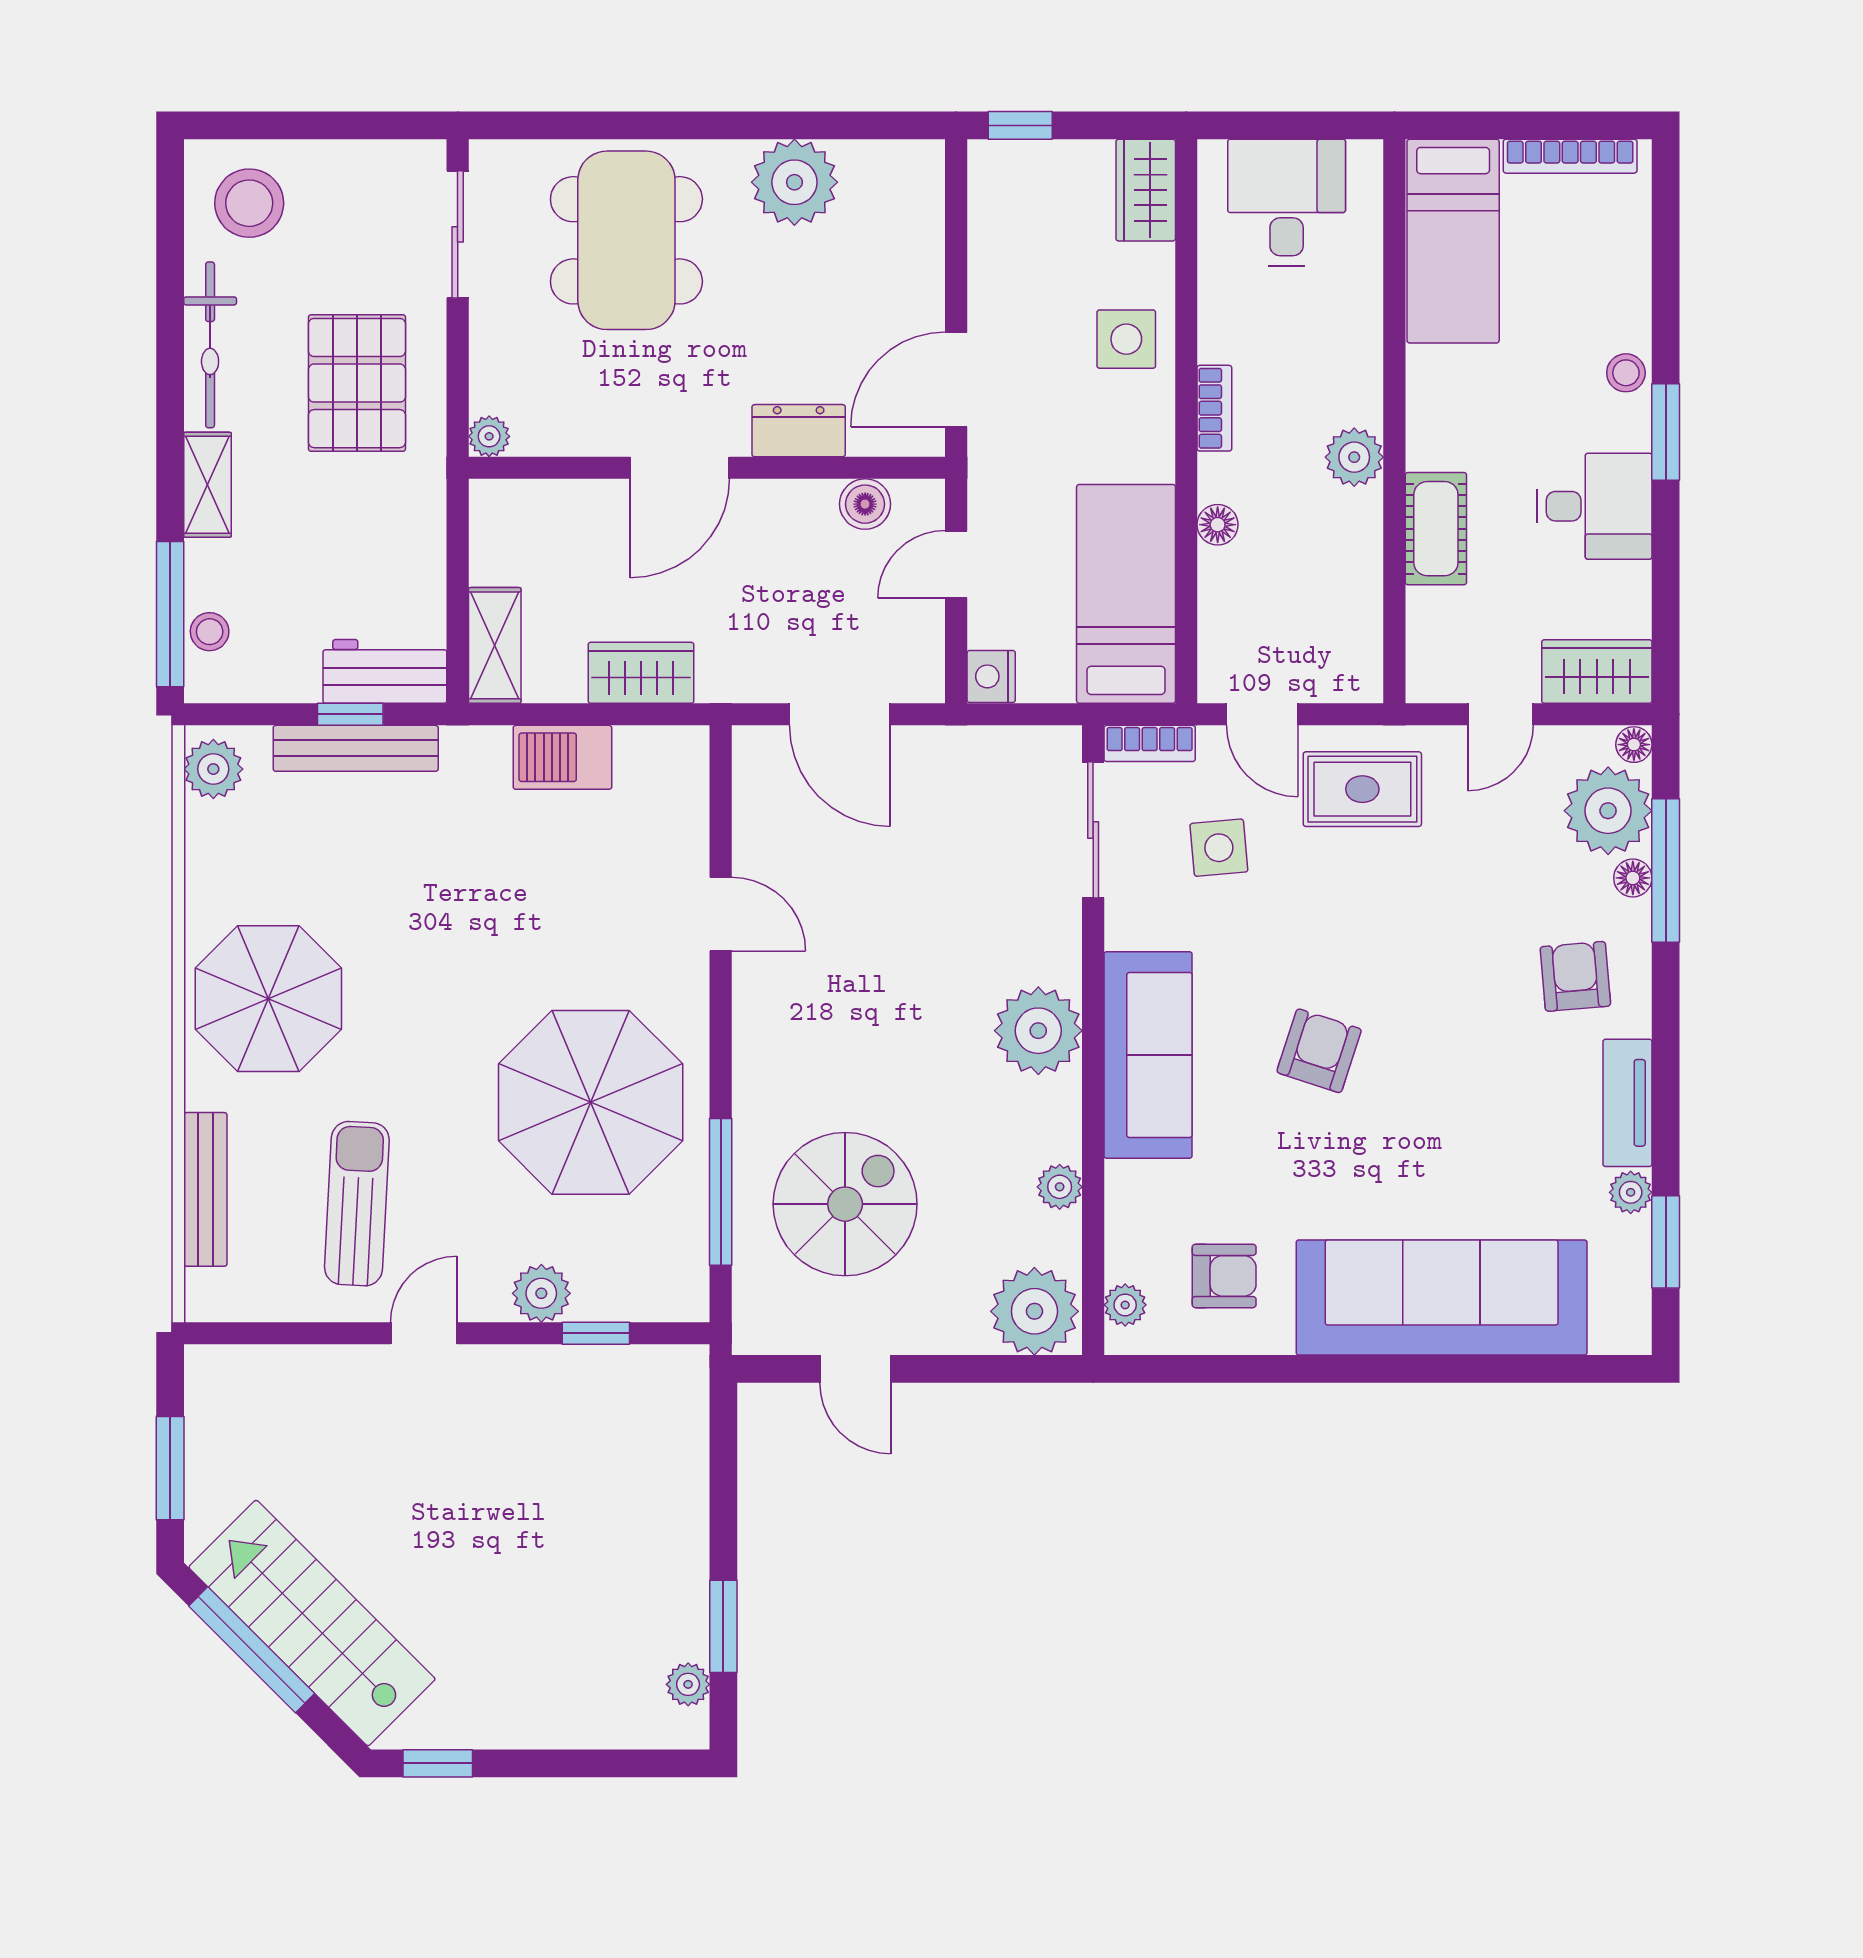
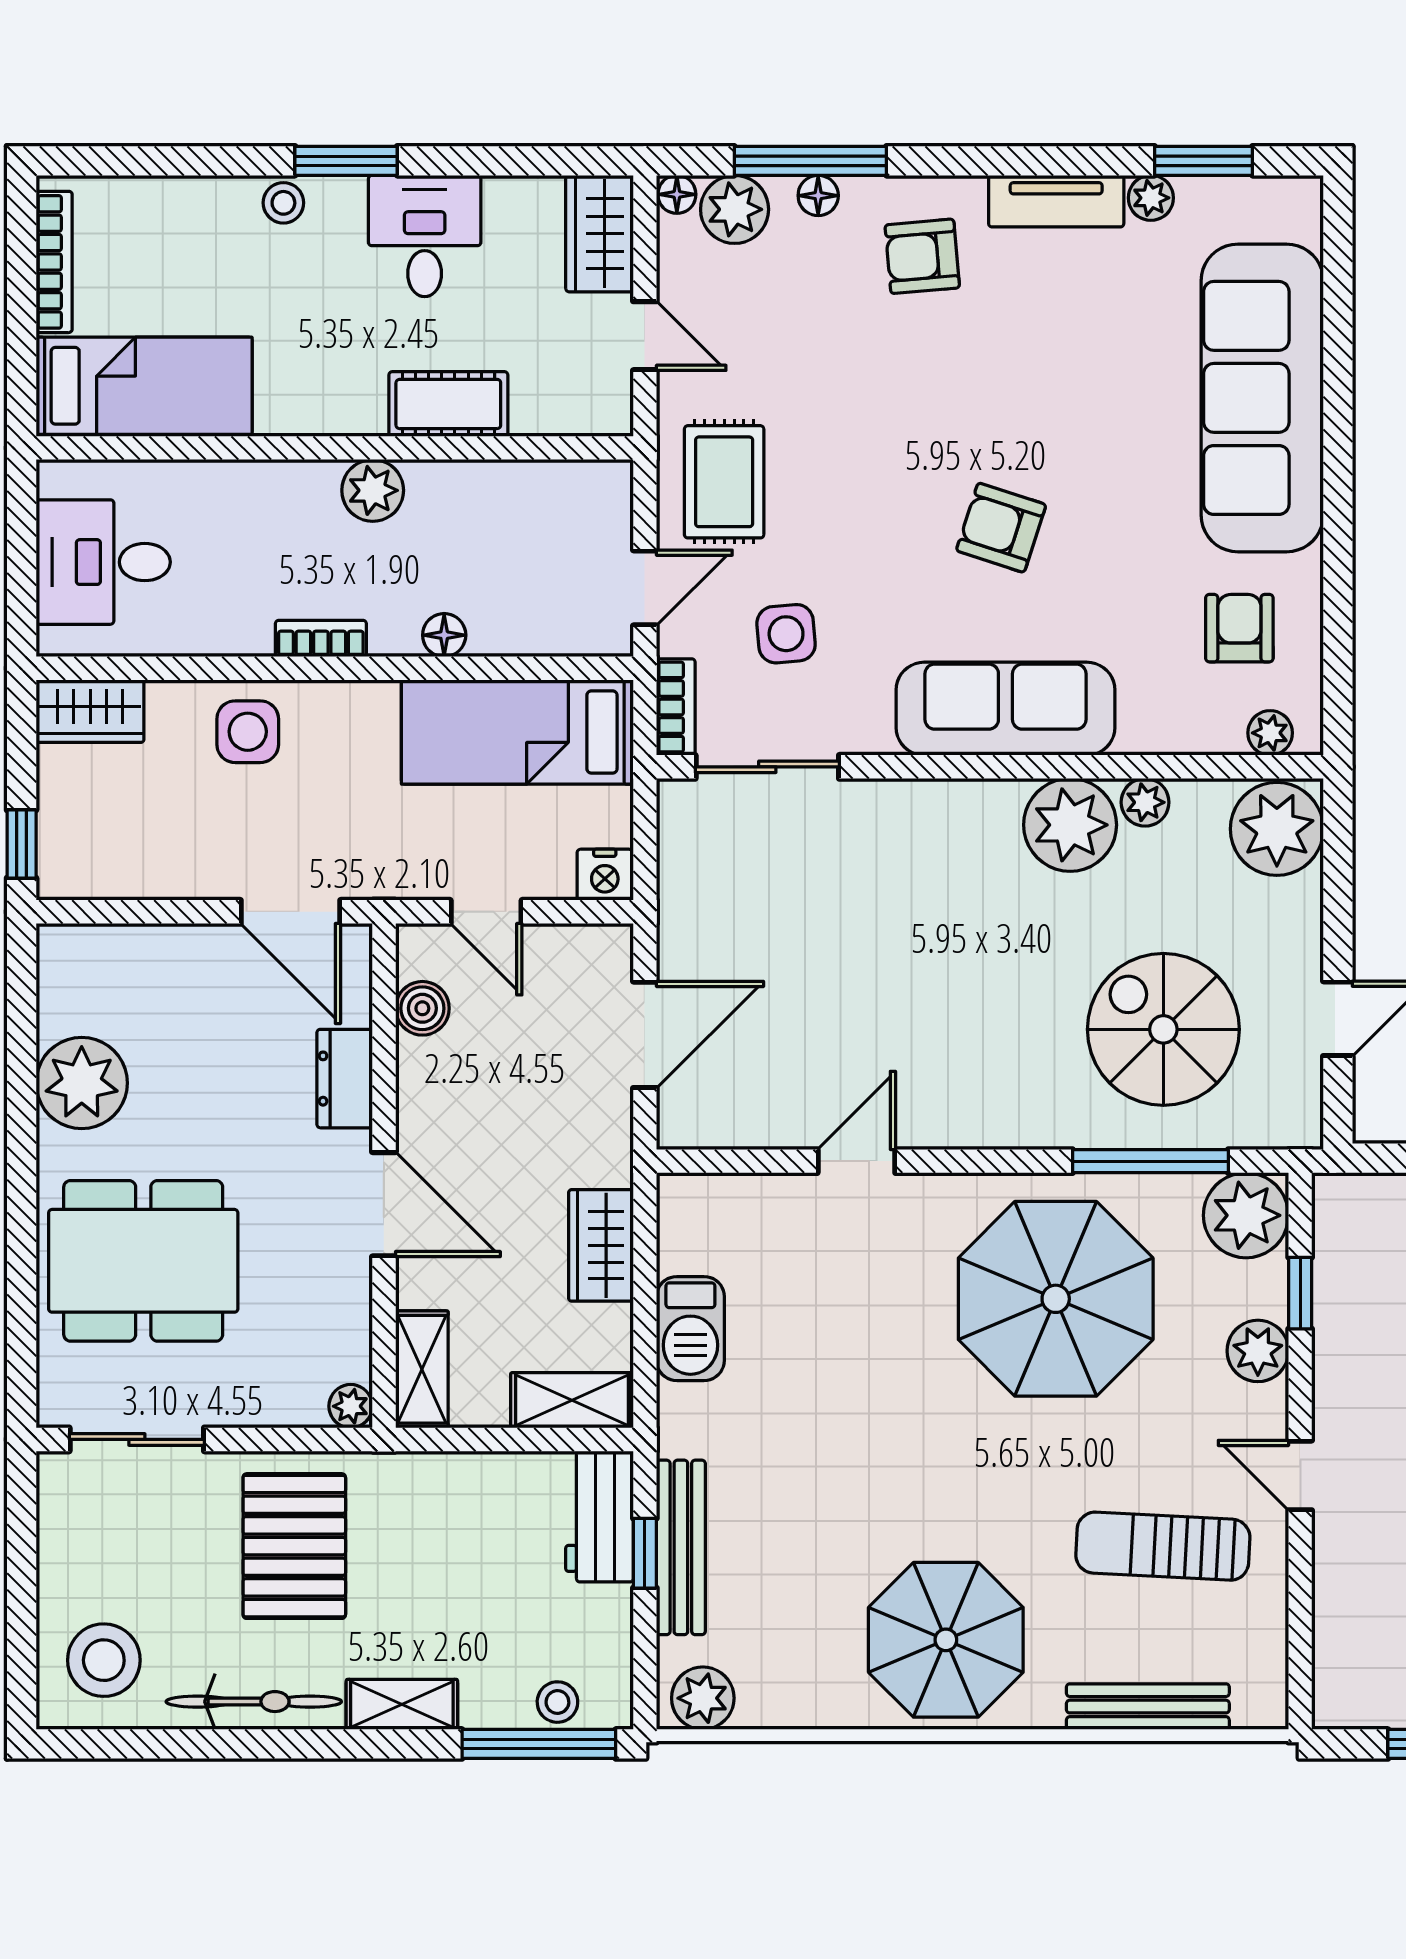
pallet: (357, 383) -> (294, 1546), turned 90
shelving: (524, 504) -> (422, 1369), added
plant: (1608, 811) -> (735, 209), width x0.73, depth x0.73
plant: (1038, 1031) -> (1070, 825), moved
plant: (669, 1282) -> (1246, 1215), added

